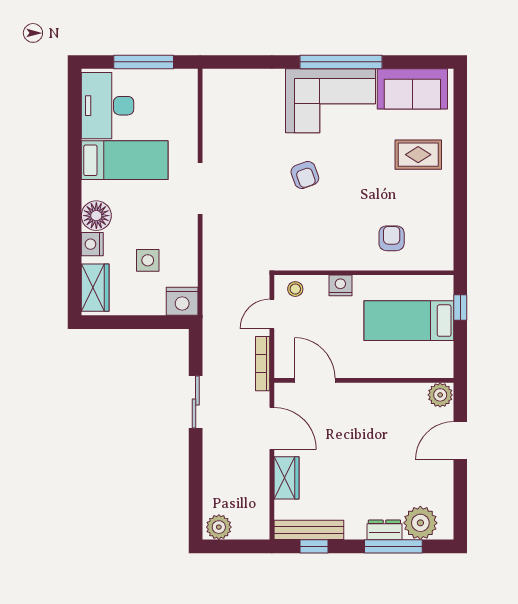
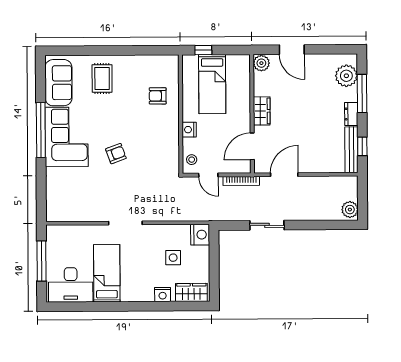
floor lamp: (96, 216) -> (144, 292), removed
wardrobe: (287, 478) -> (262, 111), moved, turned 90
dresser: (384, 530) -> (351, 114), moved

